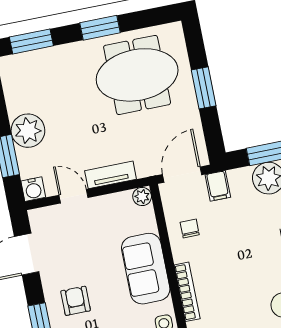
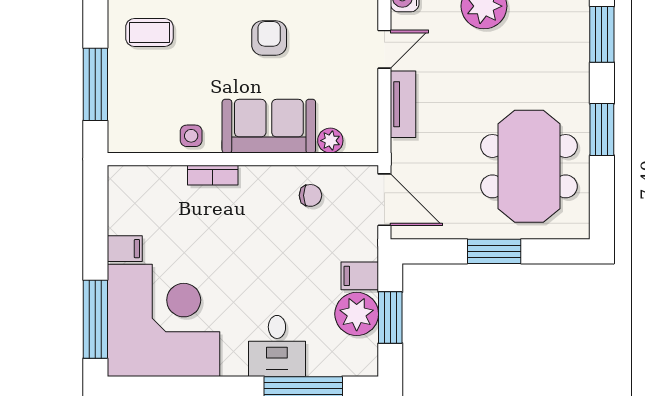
filing cabinet: (218, 186) -> (360, 276), moved
plant: (142, 197) -> (330, 141), moved
bookcase: (187, 292) -> (213, 175), width x0.64
armchair: (76, 301) -> (269, 38), moved, turned -90

